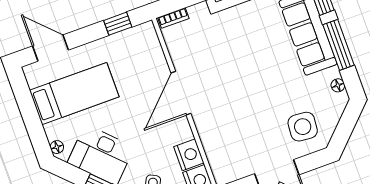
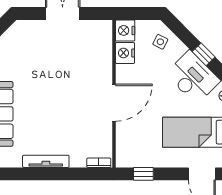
side table: (303, 127) -> (29, 43), removed

